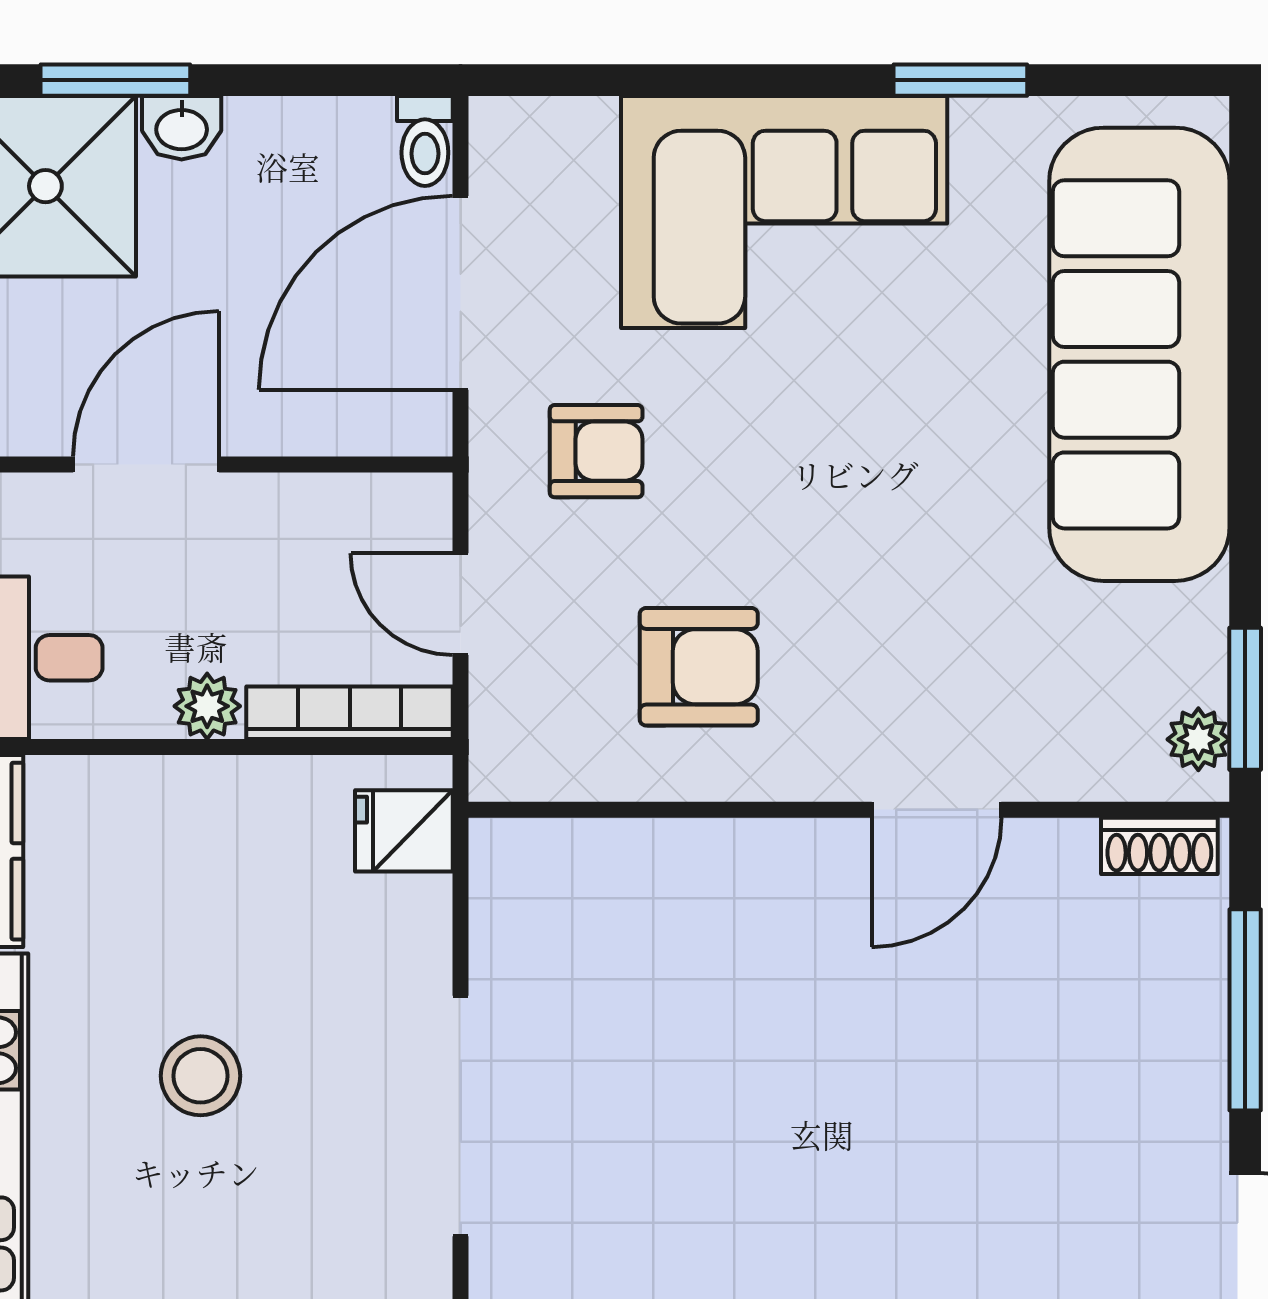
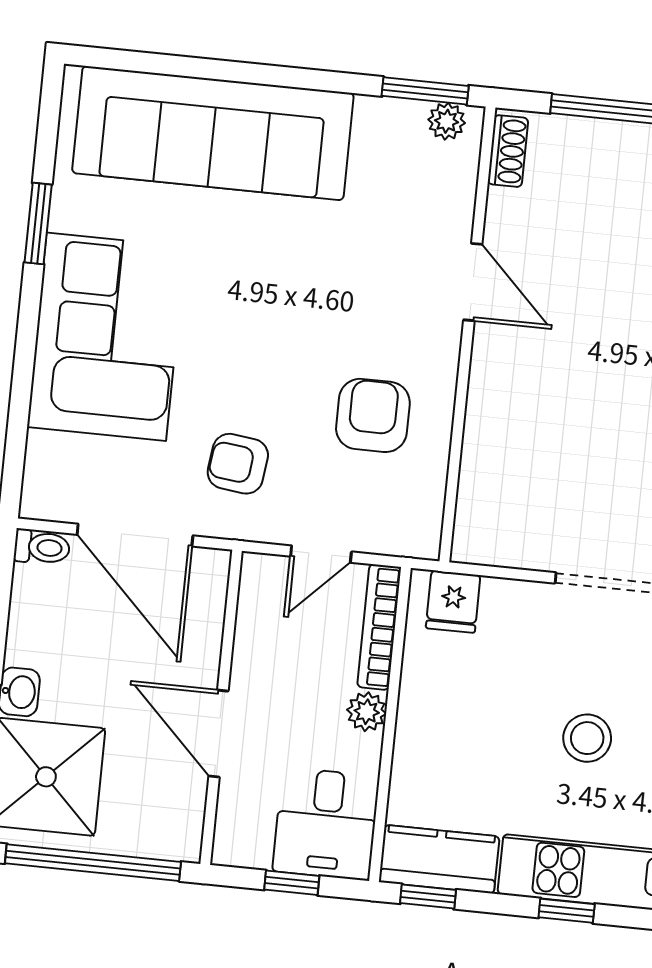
armchair: (596, 451) -> (238, 464), turned -83

